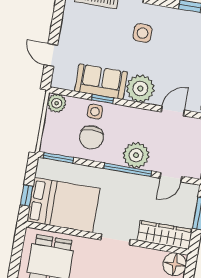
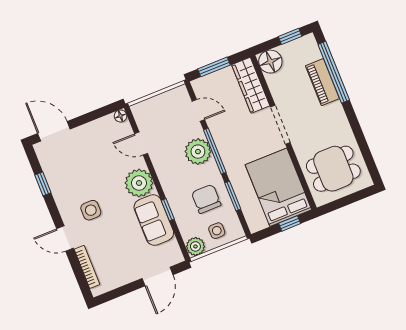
door: (51, 55) -> (158, 277), width x1.38
side table: (95, 112) -> (217, 231), moved
chair: (91, 137) -> (206, 199), turned -90
window: (59, 158) -> (233, 196), moved
doorway: (116, 240) -> (280, 125), width x1.38

